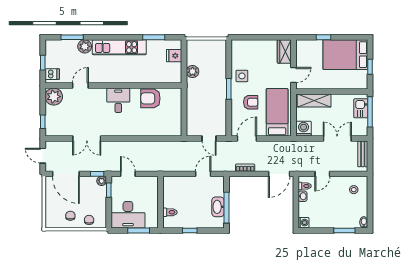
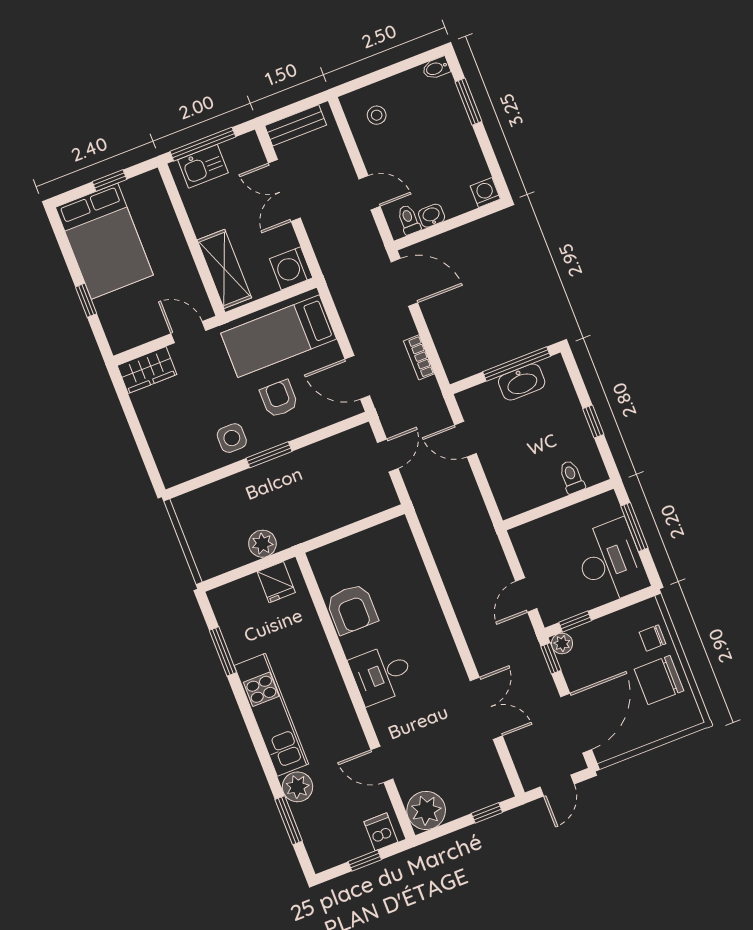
fridge: (174, 56) -> (276, 582), moved
chair: (70, 216) -> (659, 680), width x1.87, depth x1.87

